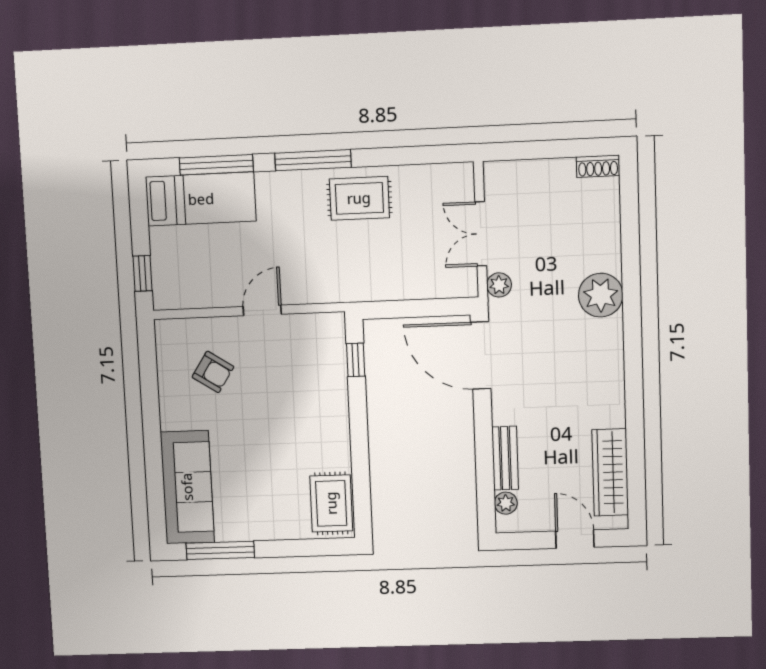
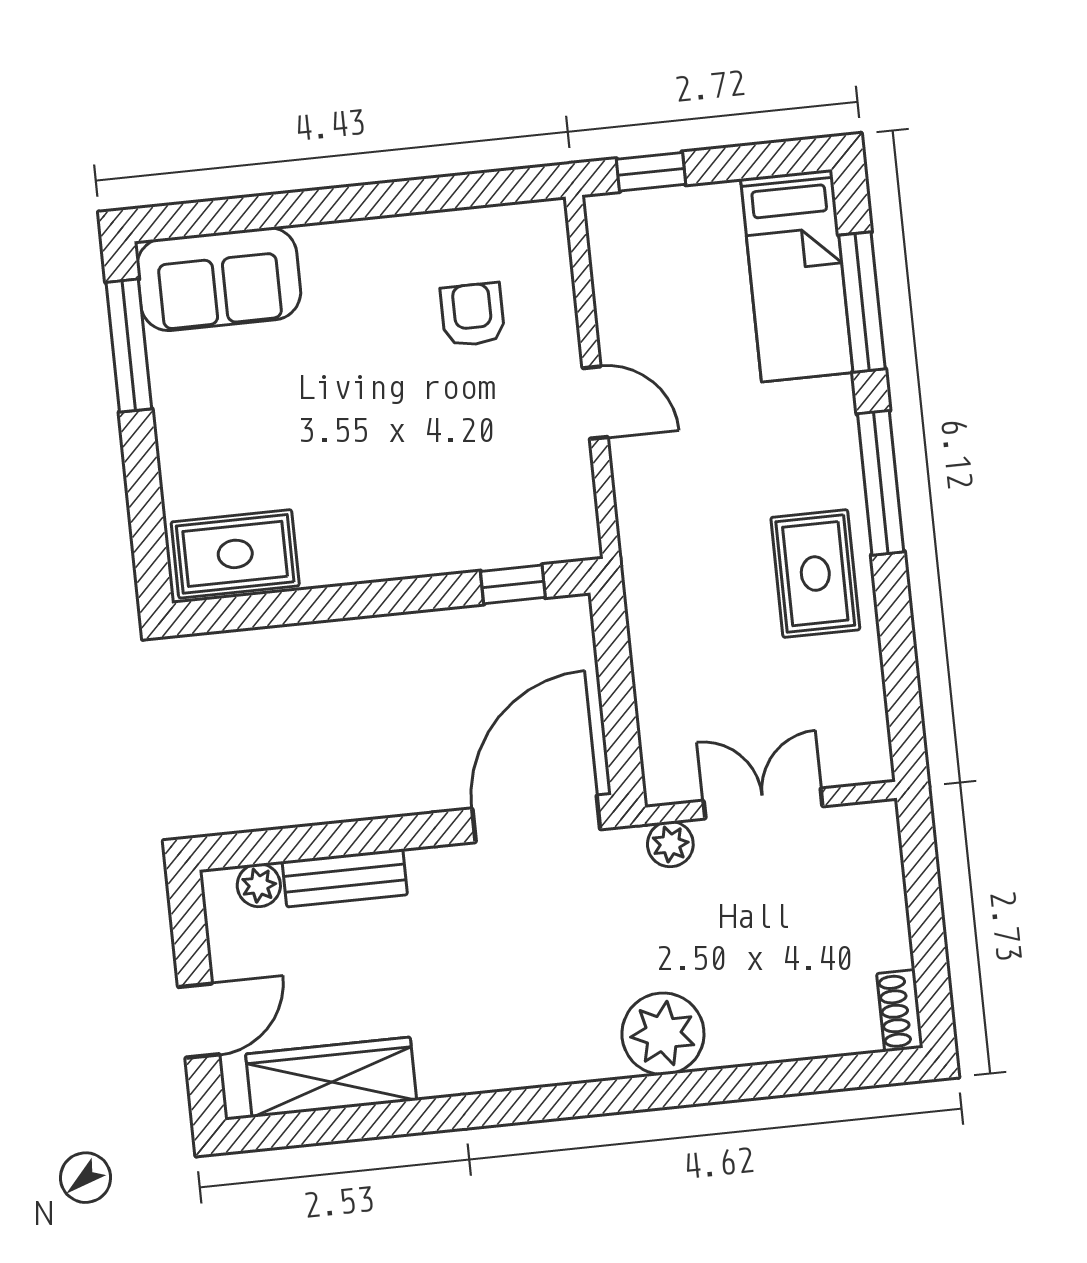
armchair: (213, 372) -> (473, 315), turned 147
sofa: (187, 487) -> (219, 279), width x0.73

